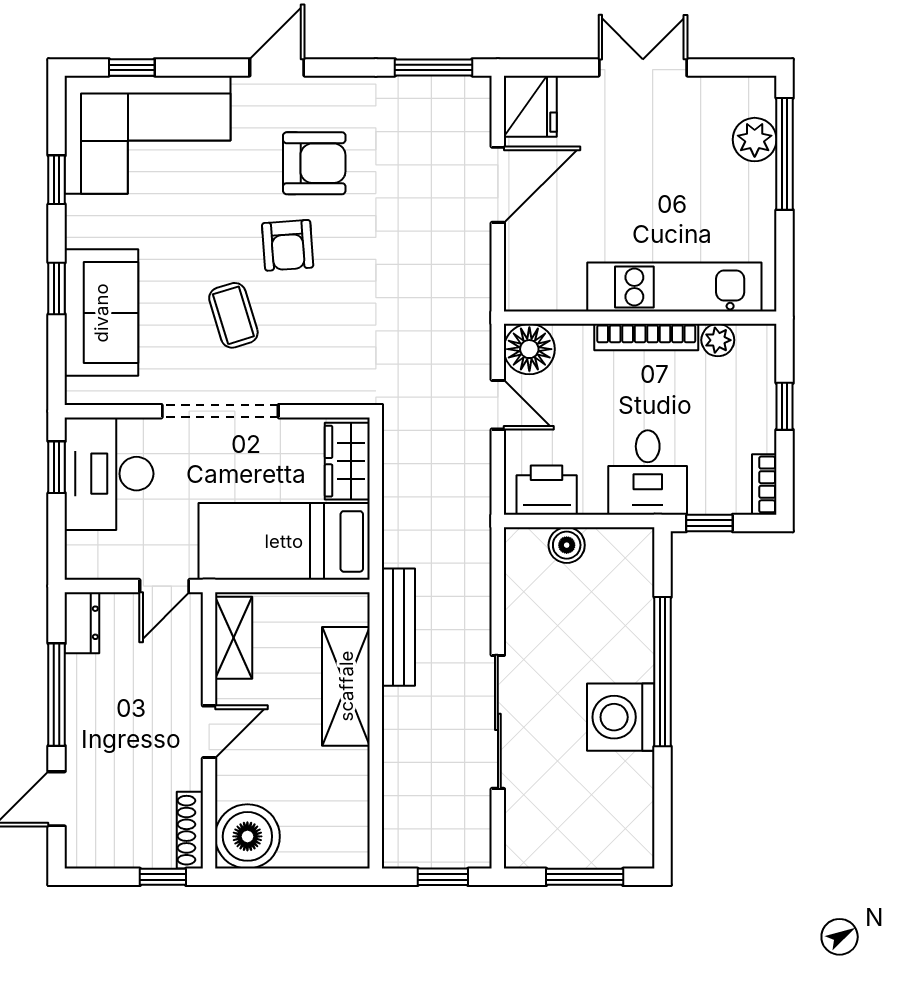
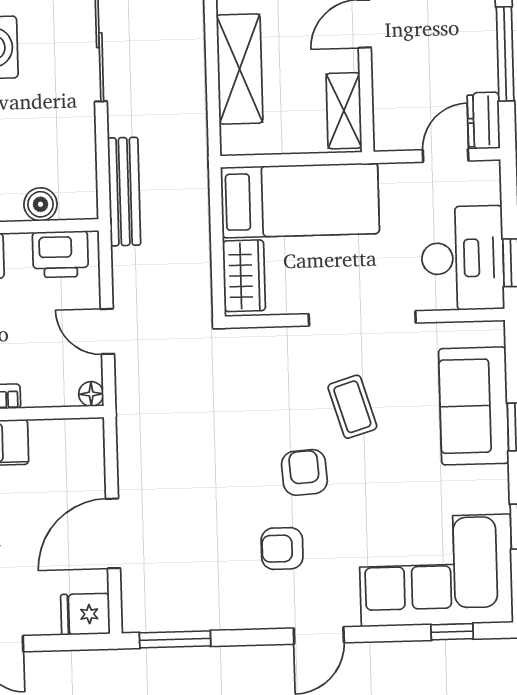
fridge: (530, 106) -> (85, 614), width x0.72
armchair: (314, 163) -> (282, 548), width x0.72, depth x0.72
floor lamp: (529, 349) -> (91, 394), width x0.53, depth x0.53
door: (164, 586) -> (446, 155), moved
bench: (398, 627) -> (124, 192), moved

